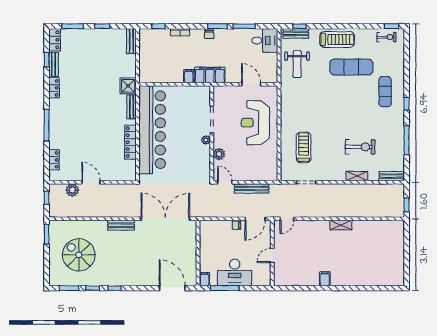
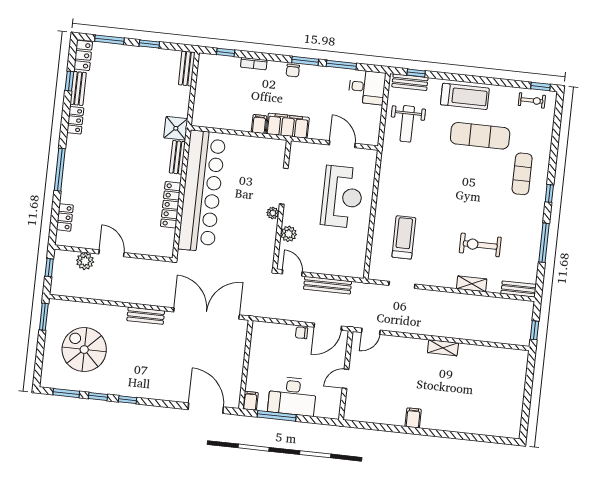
reception desk: (255, 123) -> (342, 197), turned 180
exercise bike: (360, 147) -> (480, 245), turned 180

